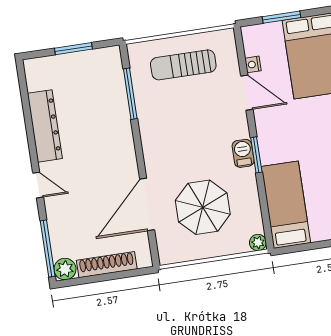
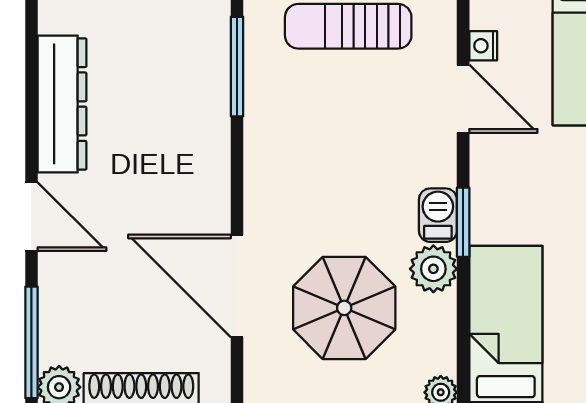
plant: (245, 181) -> (433, 269), added
door: (38, 185) -> (31, 217), width x1.38
door: (147, 204) -> (237, 286), hinge flipped

